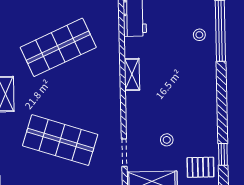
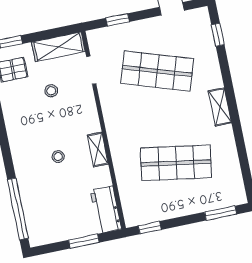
stool: (199, 35) -> (58, 157), moved
shop shelf: (58, 47) -> (176, 163), turned 33

